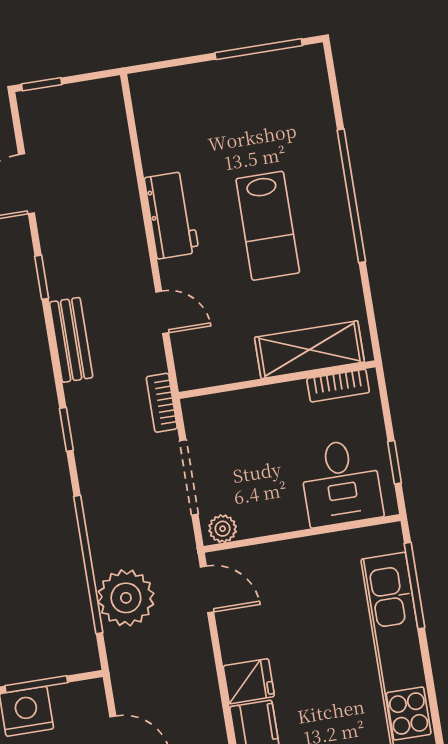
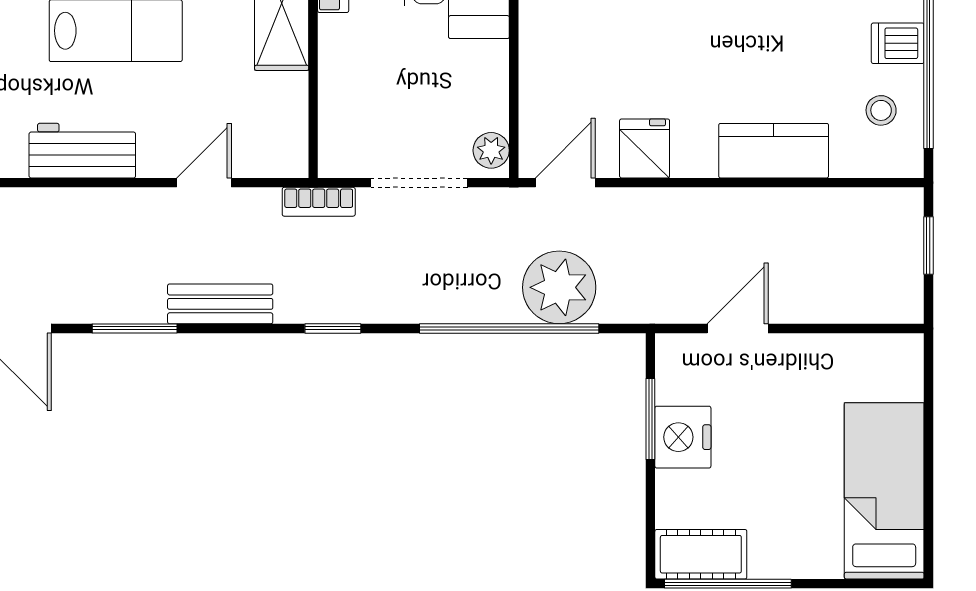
window: (42, 277) -> (135, 328), width x1.50
fridge: (249, 681) -> (645, 148), moved

